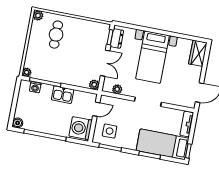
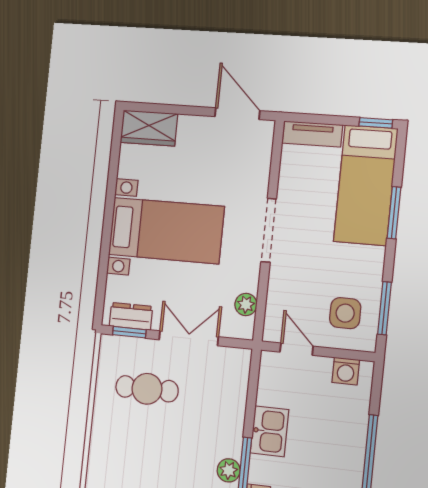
cafe table: (56, 35) -> (147, 389), moved
plant: (94, 85) -> (229, 470), moved
washing machine: (81, 128) -> (346, 371), width x0.53, depth x0.53

